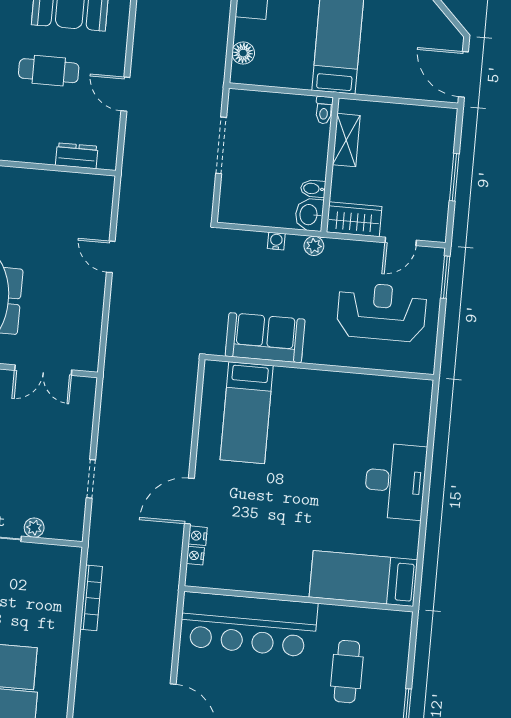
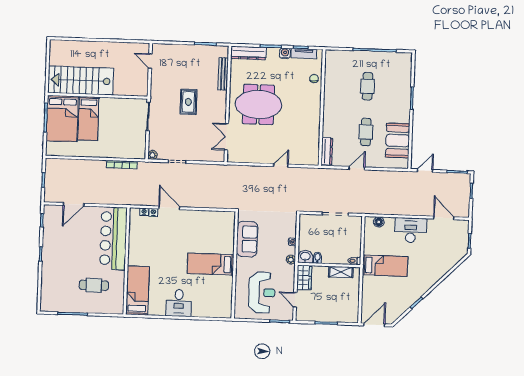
dresser: (77, 156) -> (327, 151), width x1.44
bed: (247, 413) -> (211, 264), moved
desk: (395, 481) -> (179, 303), width x0.73
plant: (34, 528) -> (152, 155), moved

